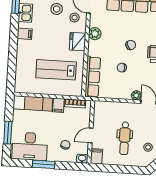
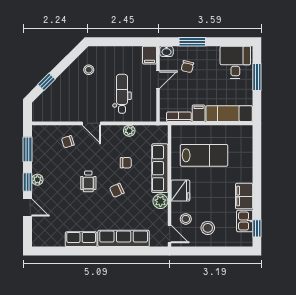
filing cabinet: (25, 34) -> (244, 196), width x2.00
row of seats: (93, 77) -> (160, 168), moved
plant: (136, 95) -> (129, 131), moved
dental chair: (125, 138) -> (122, 94), moved
desk: (30, 146) -> (235, 62), width x0.73
window: (44, 164) -> (192, 42), moved

